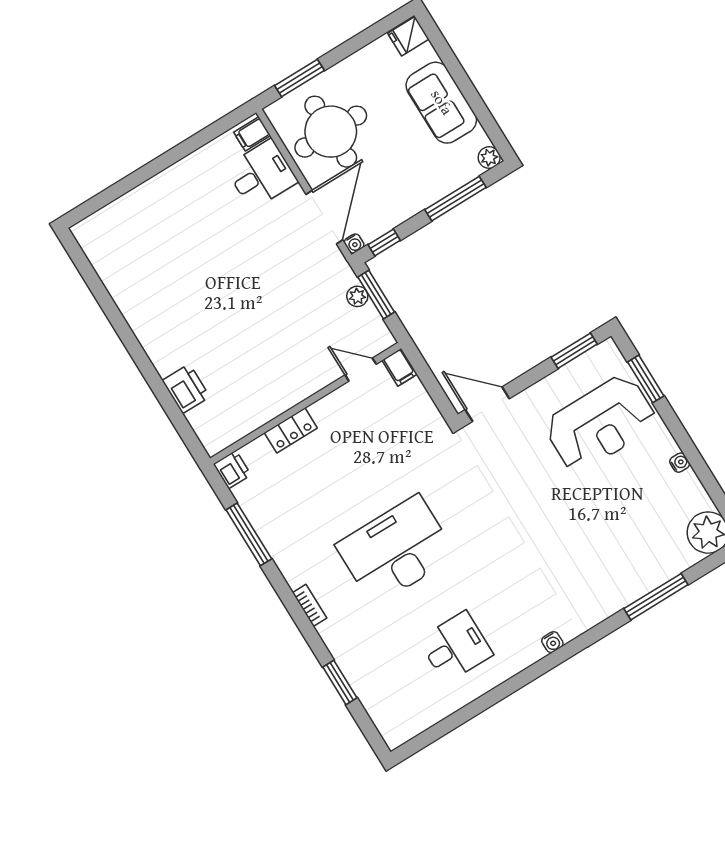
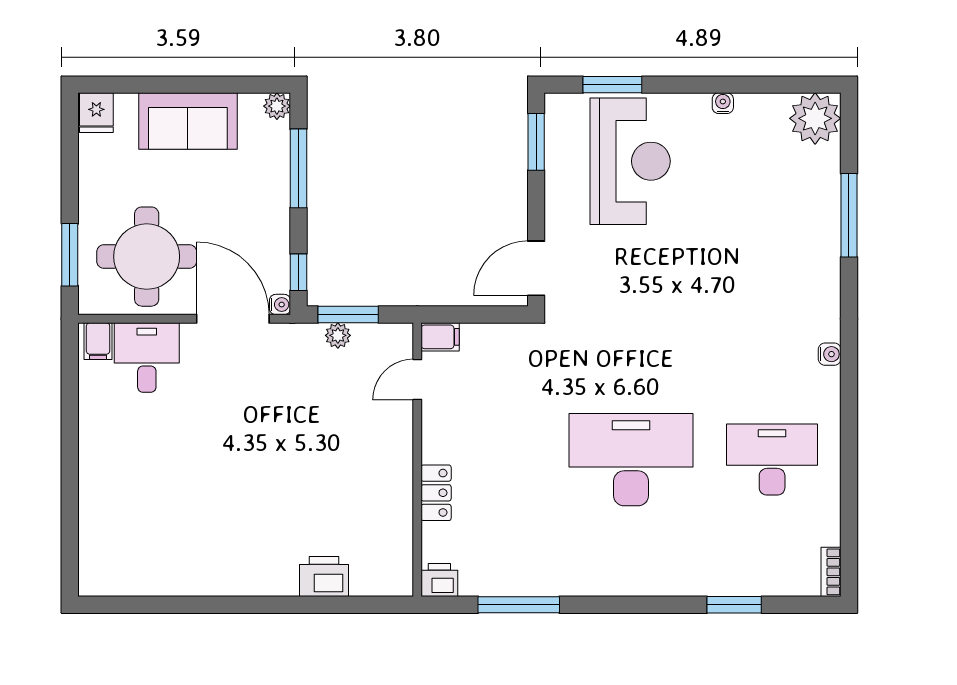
desk: (396, 550) -> (631, 460), turned 90
bookcase: (310, 605) -> (831, 572), moved, turned -90
desk: (456, 647) -> (772, 460), width x1.37

